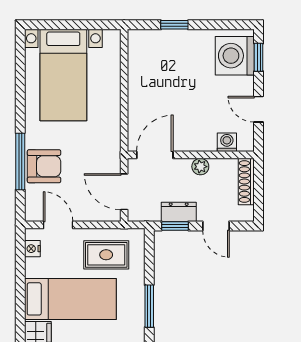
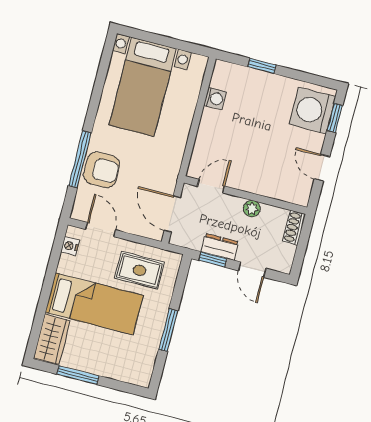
washing machine: (227, 142) -> (215, 98), moved, turned 90
door: (155, 155) -> (211, 186), width x0.73
shoe rack: (246, 181) -> (294, 228), width x0.70

